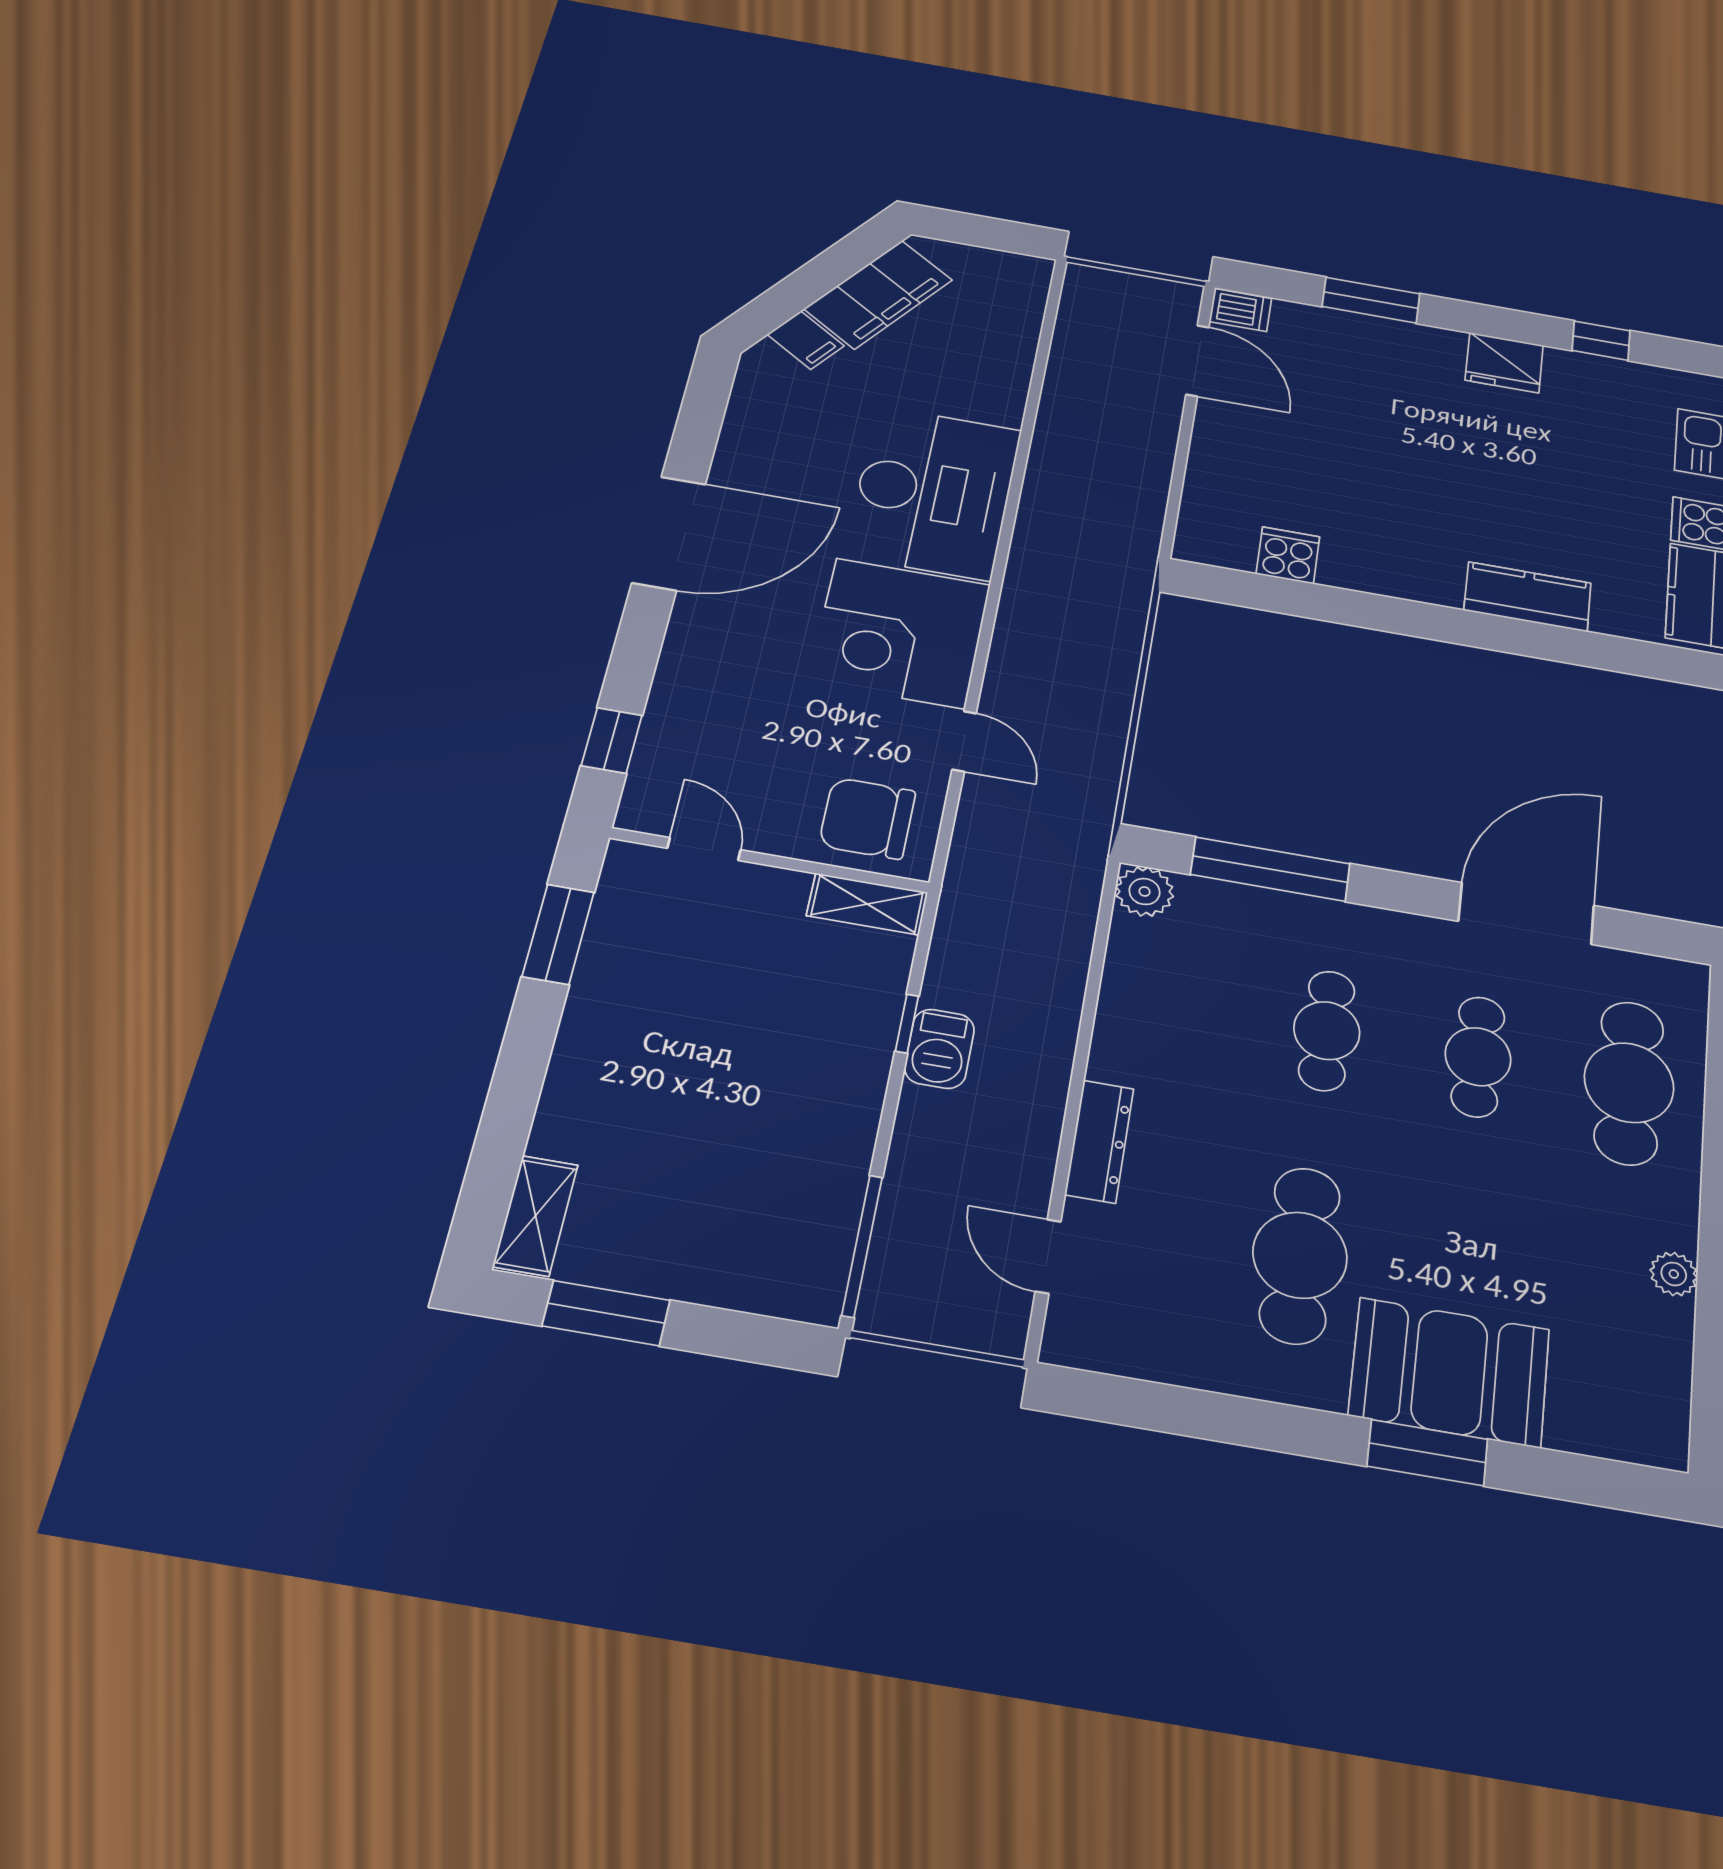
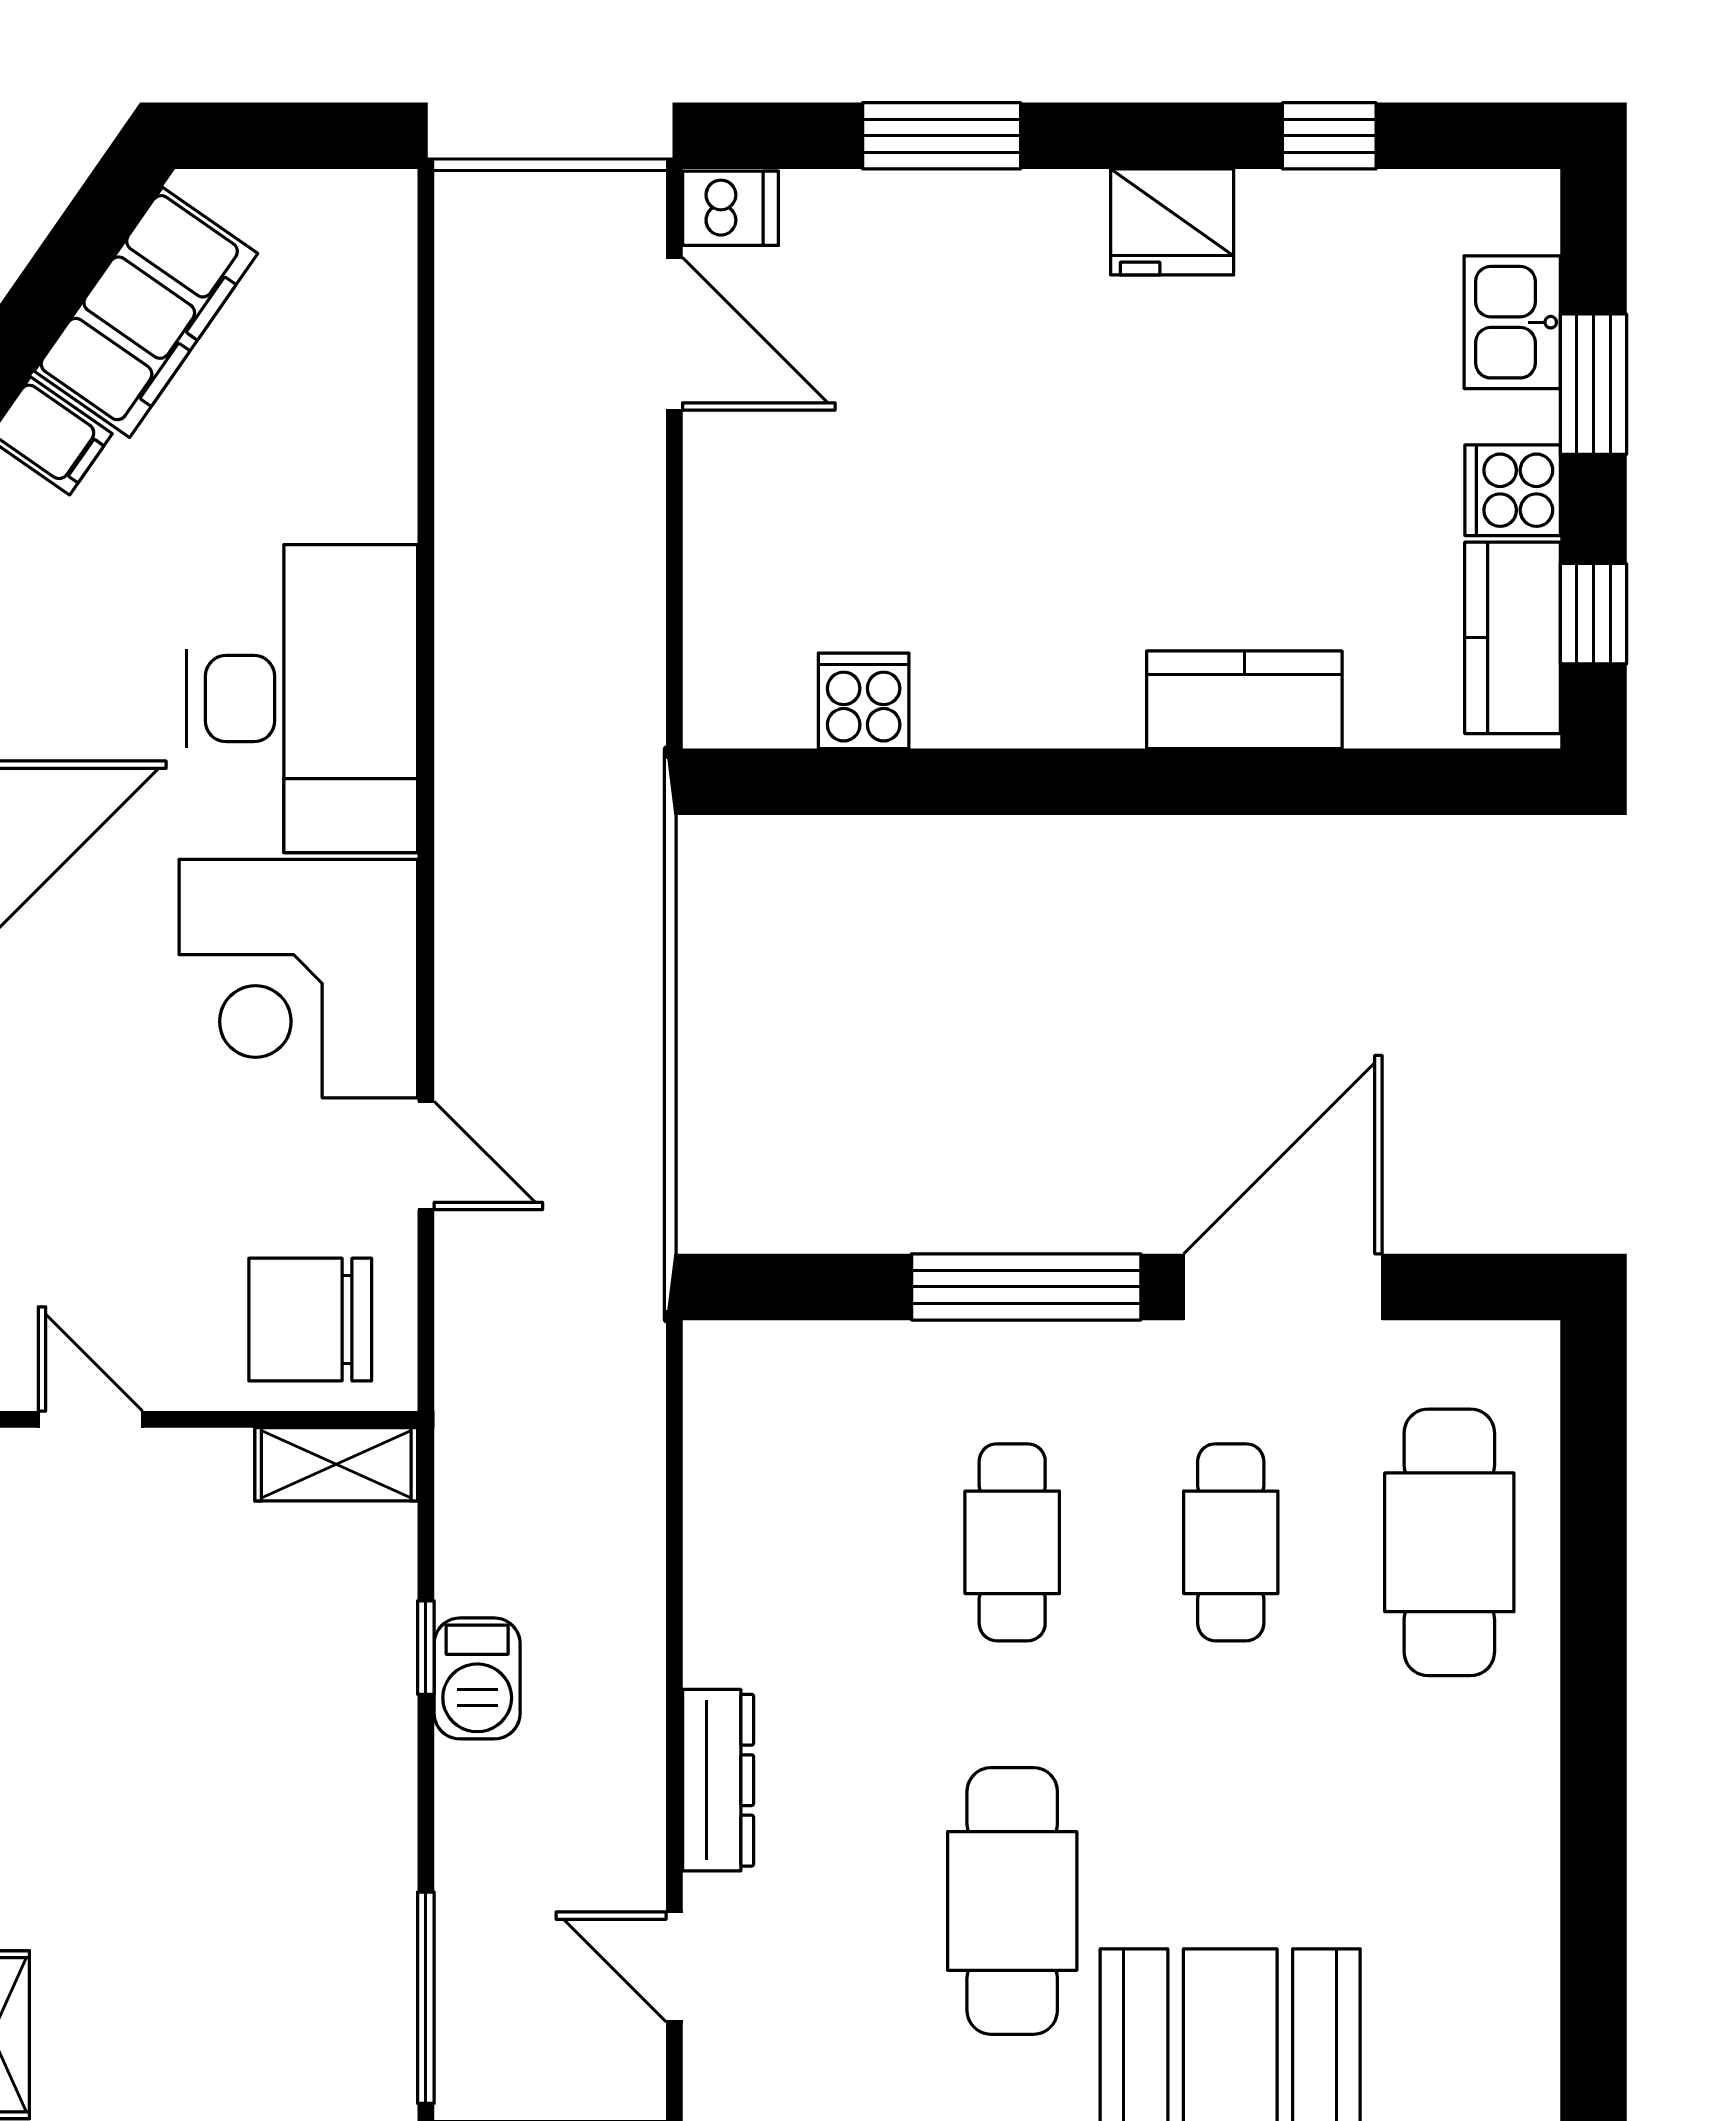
window: (1270, 869) -> (1026, 1287), moved
plant: (1145, 891) -> (725, 1363), removed
plant: (1674, 1274) -> (1527, 1833), removed

